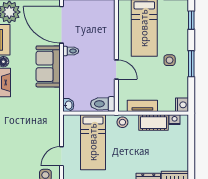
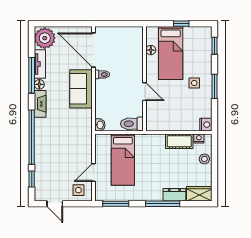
floor lamp: (123, 25) -> (151, 50), added
tv unit: (142, 106) -> (169, 126), removed
stool: (122, 122) -> (204, 159), moved

